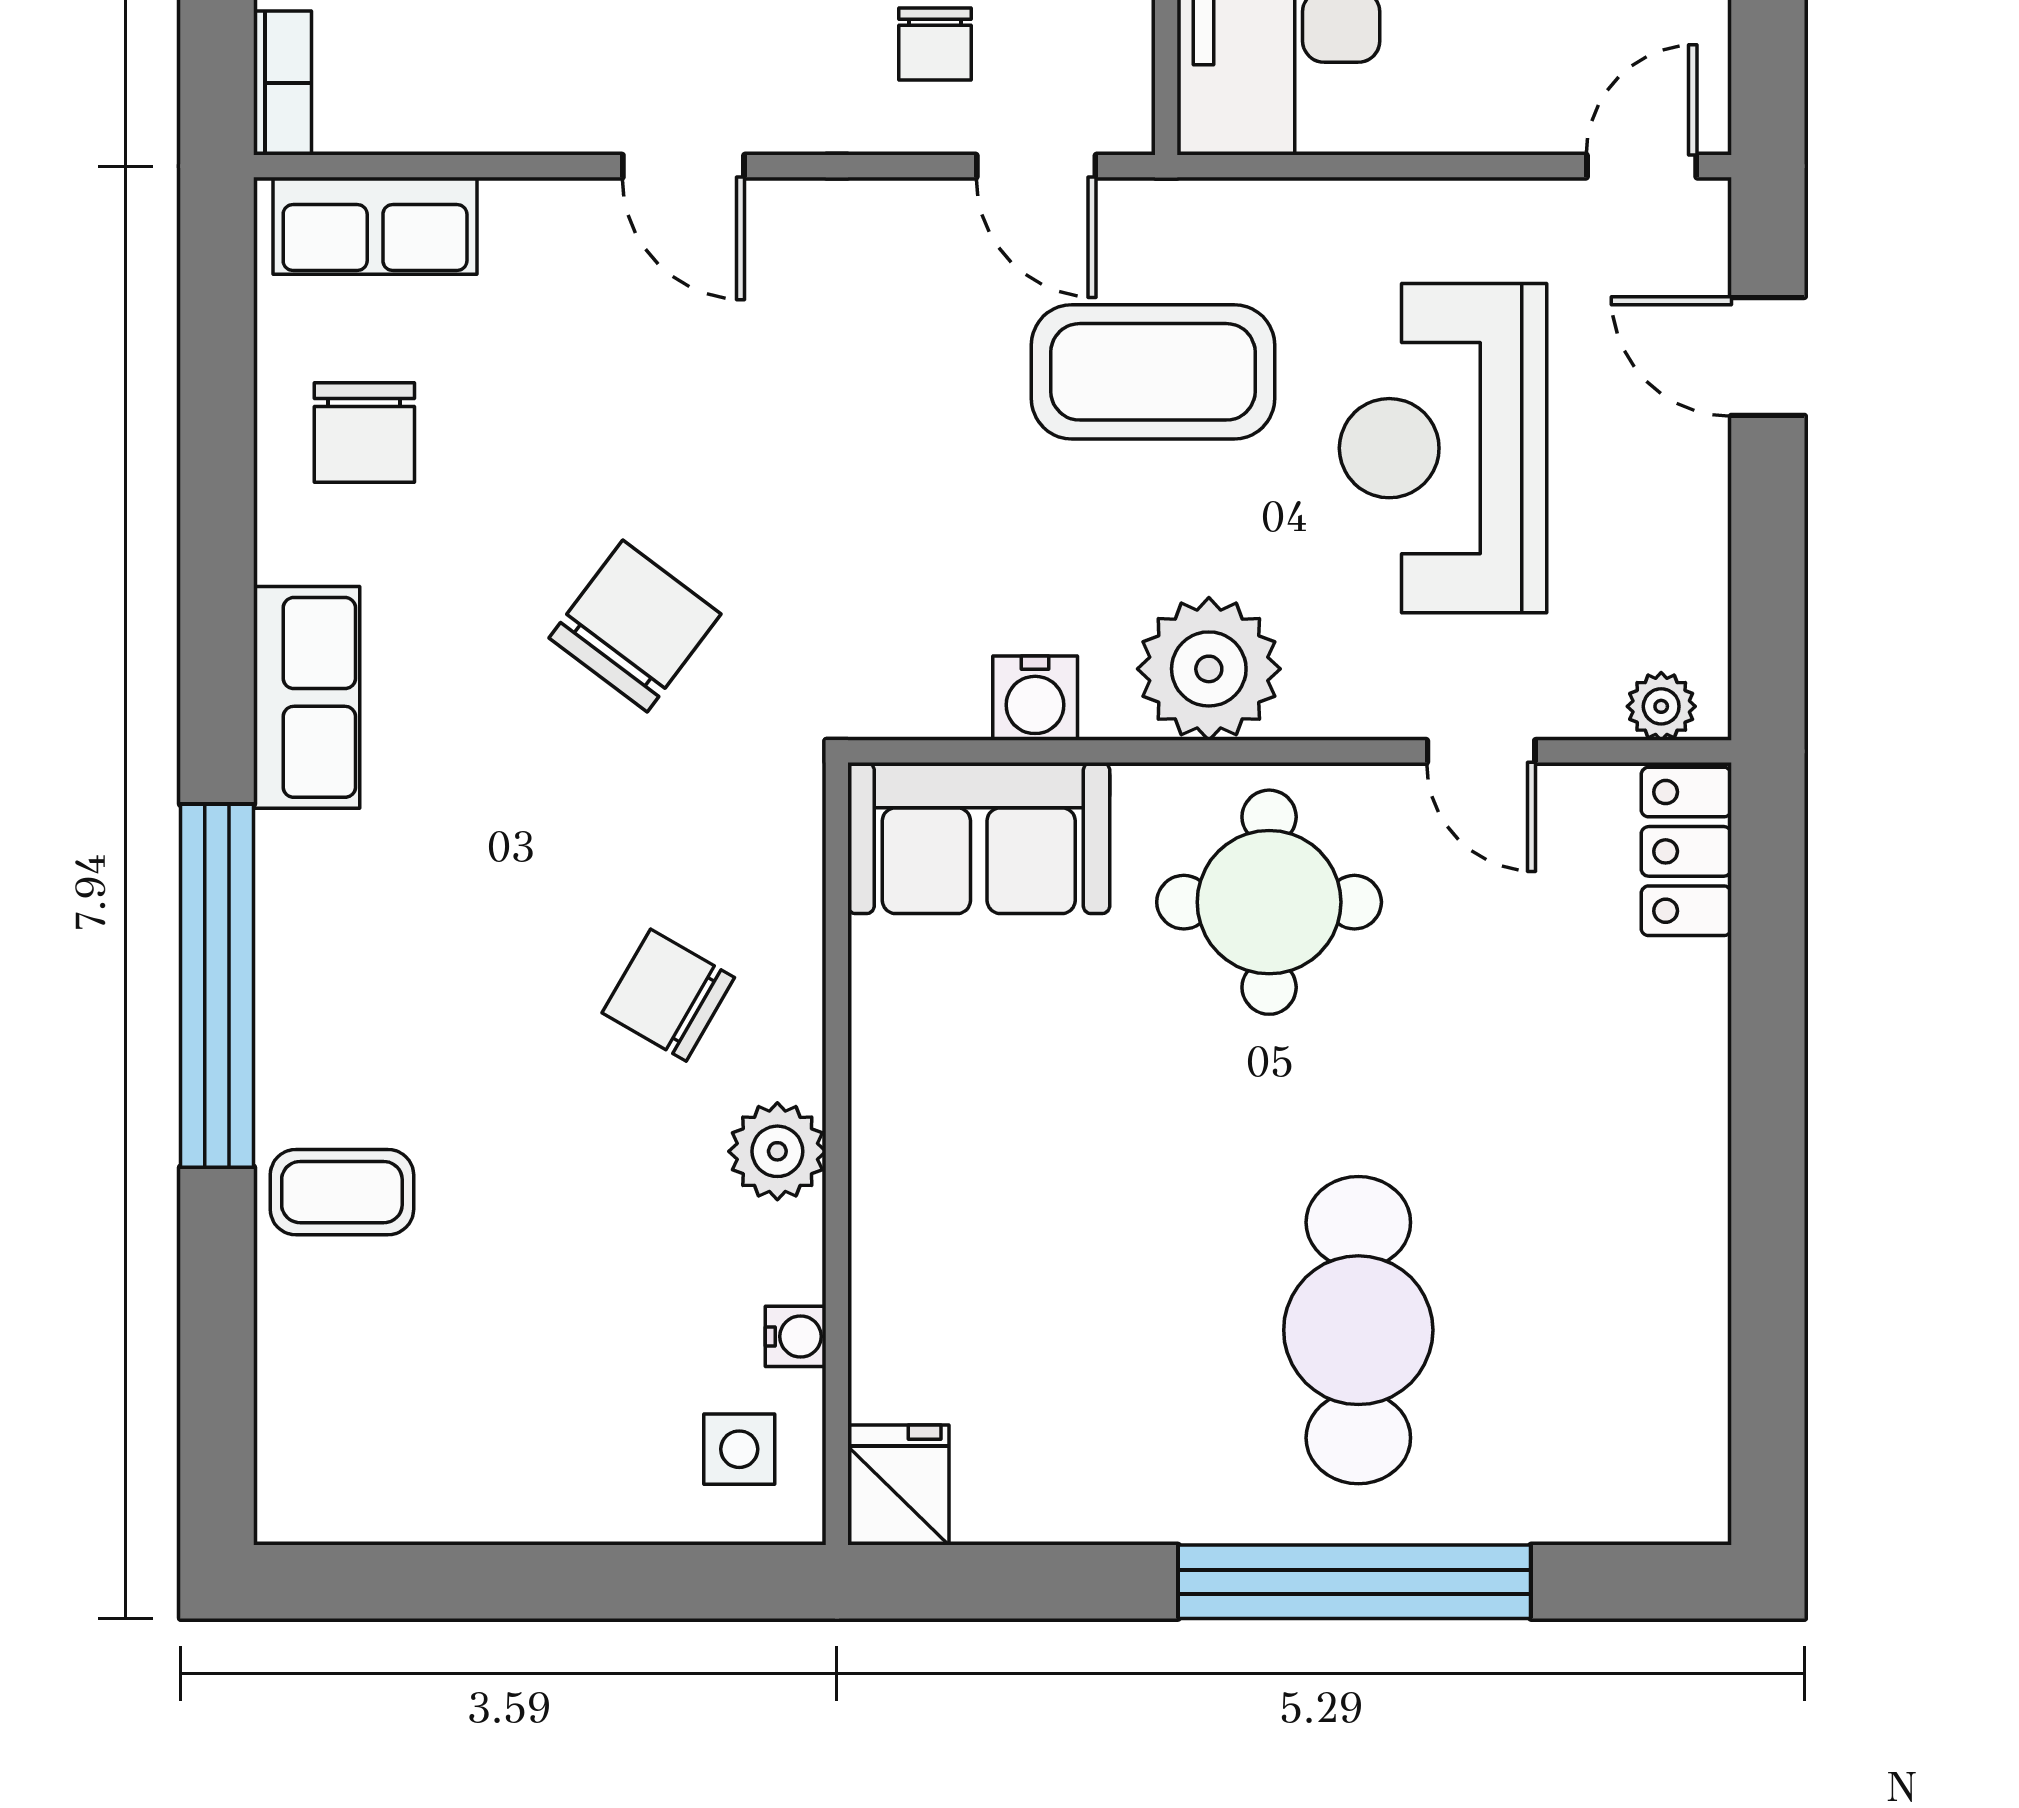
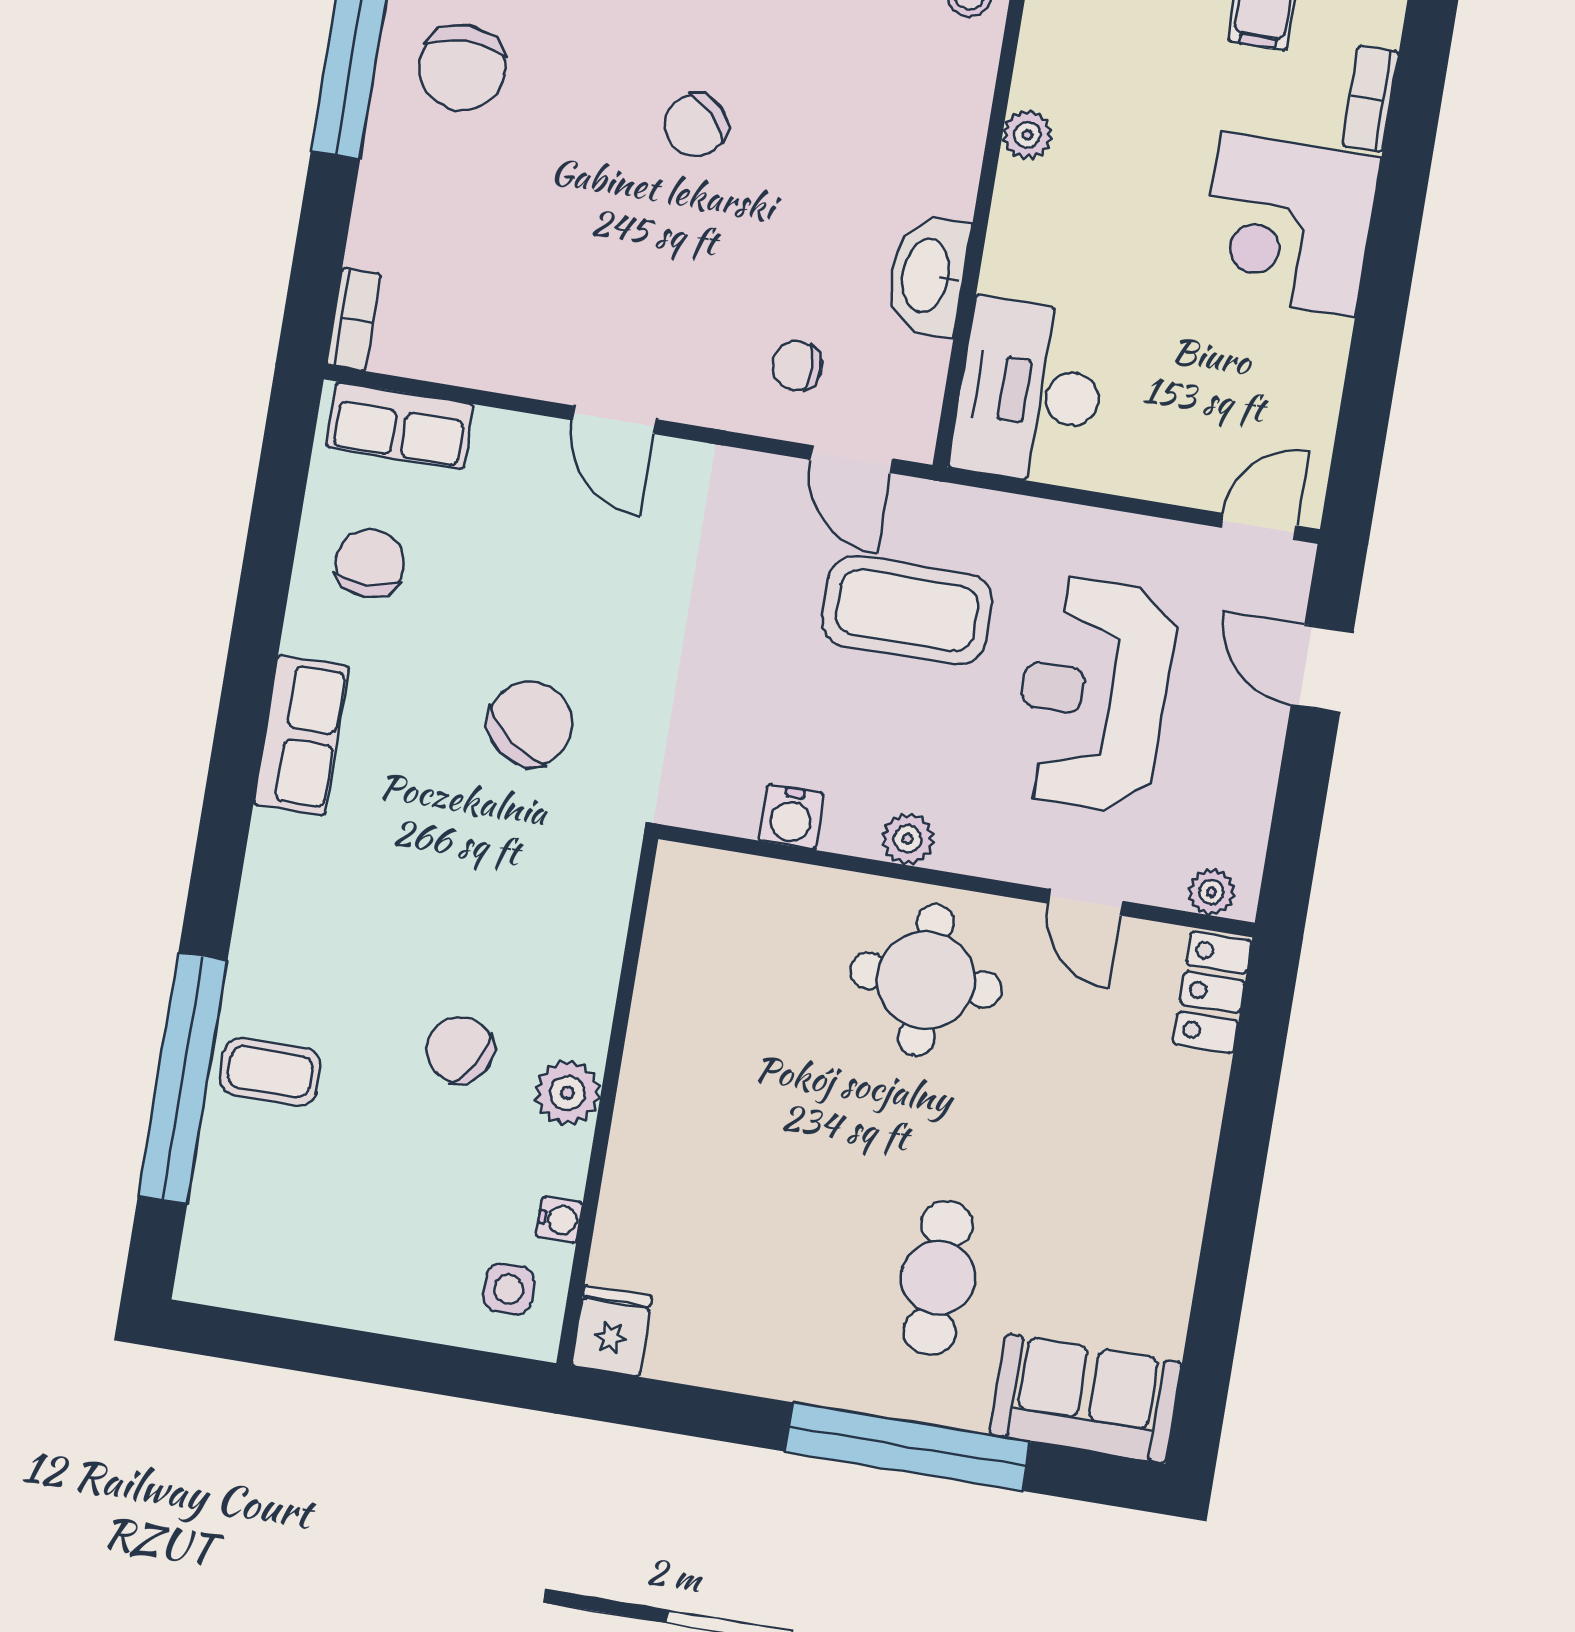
chair: (935, 44) -> (797, 366), turned 90
chair: (364, 432) -> (370, 563), turned 180
plant: (1209, 669) -> (908, 839), width x0.53, depth x0.53
sofa: (979, 838) -> (1086, 1399), moved, turned 180
window: (217, 986) -> (183, 1078), moved
chair: (668, 995) -> (460, 1050), moved
cafe table: (1358, 1330) -> (938, 1278), width x0.73, depth x0.74

